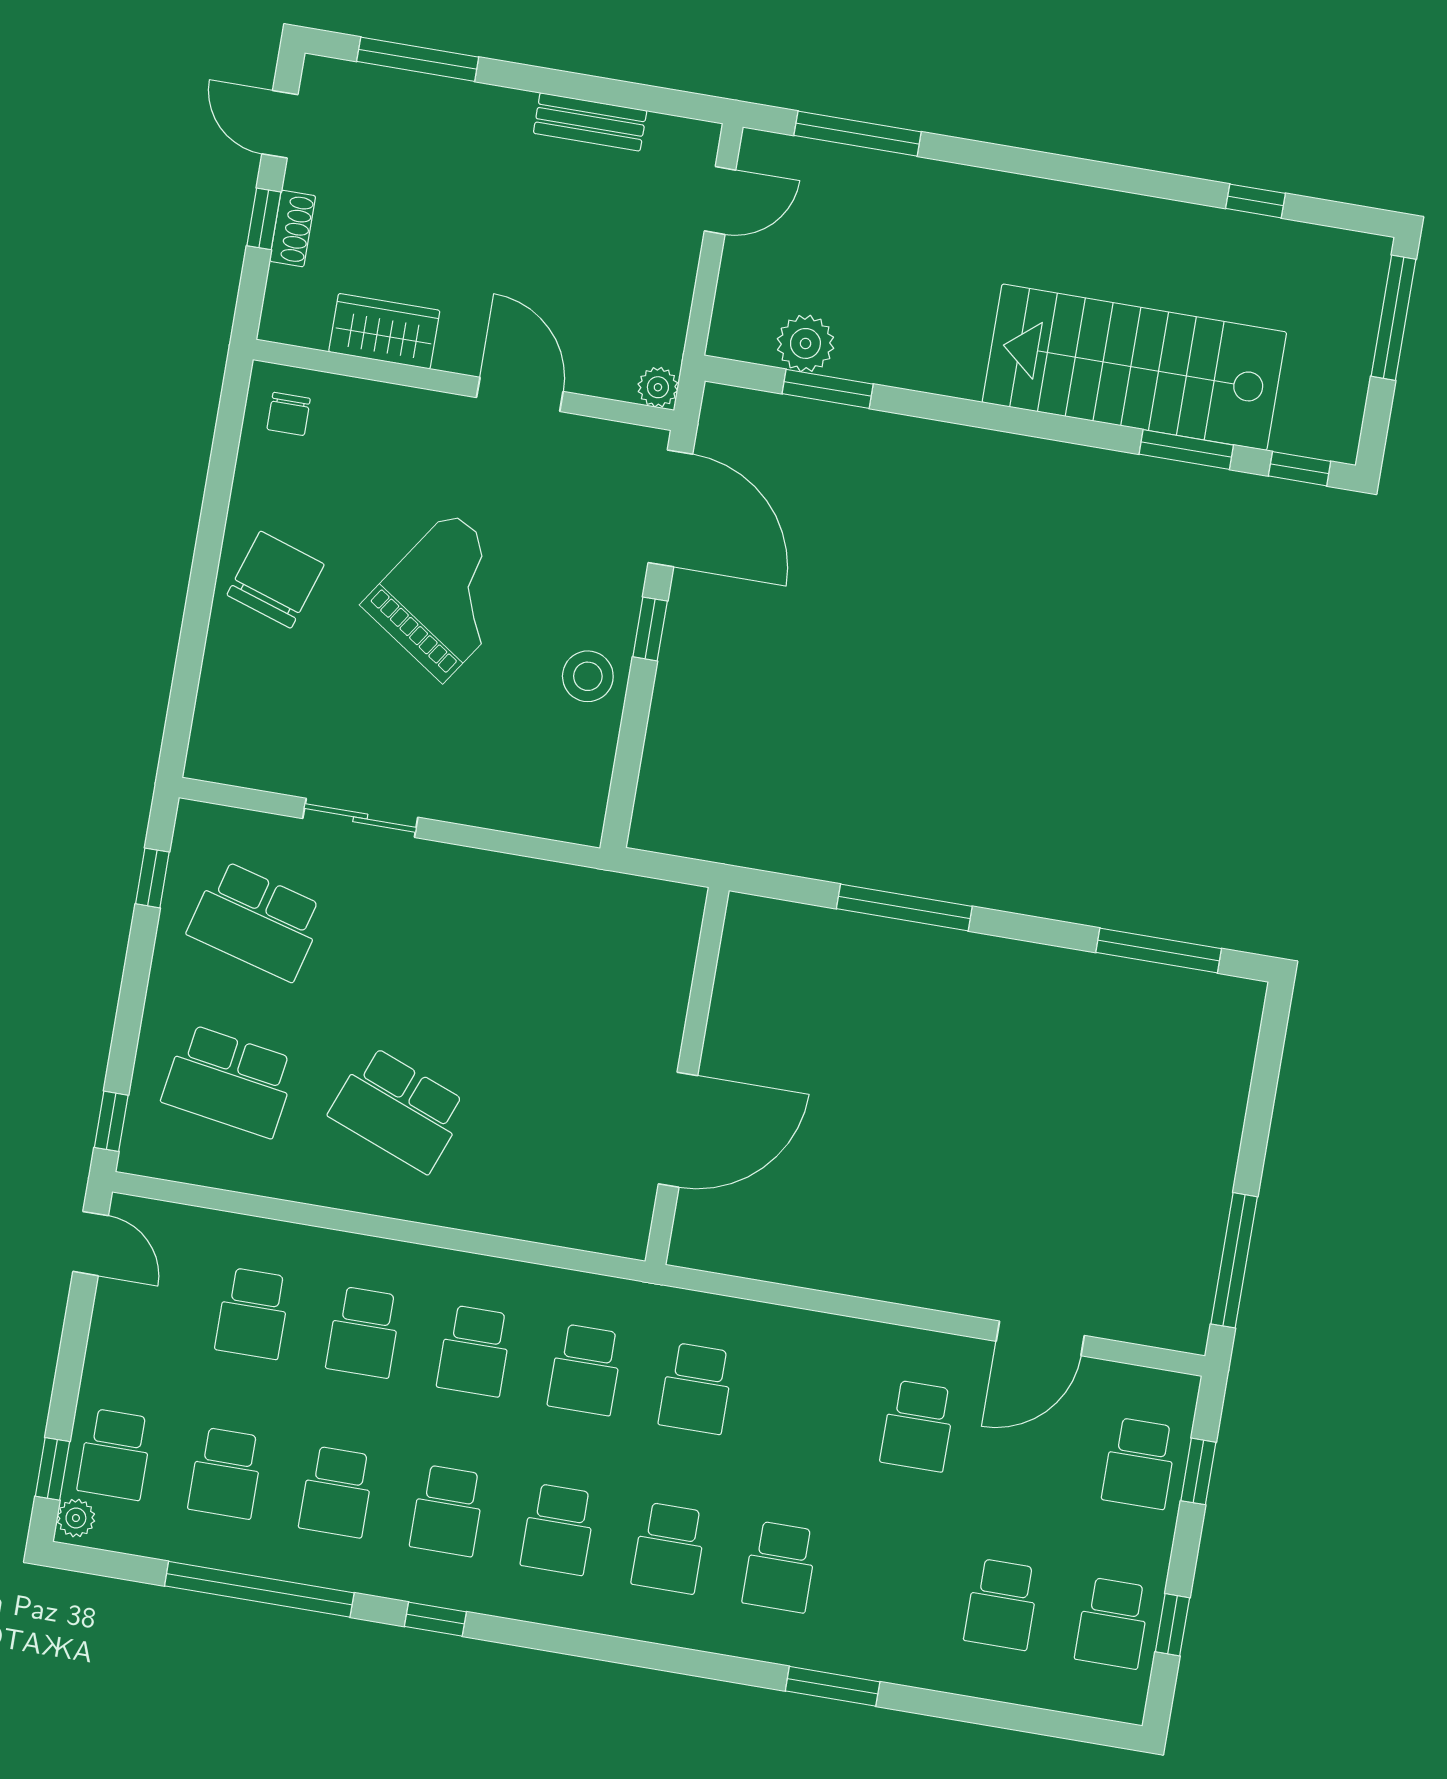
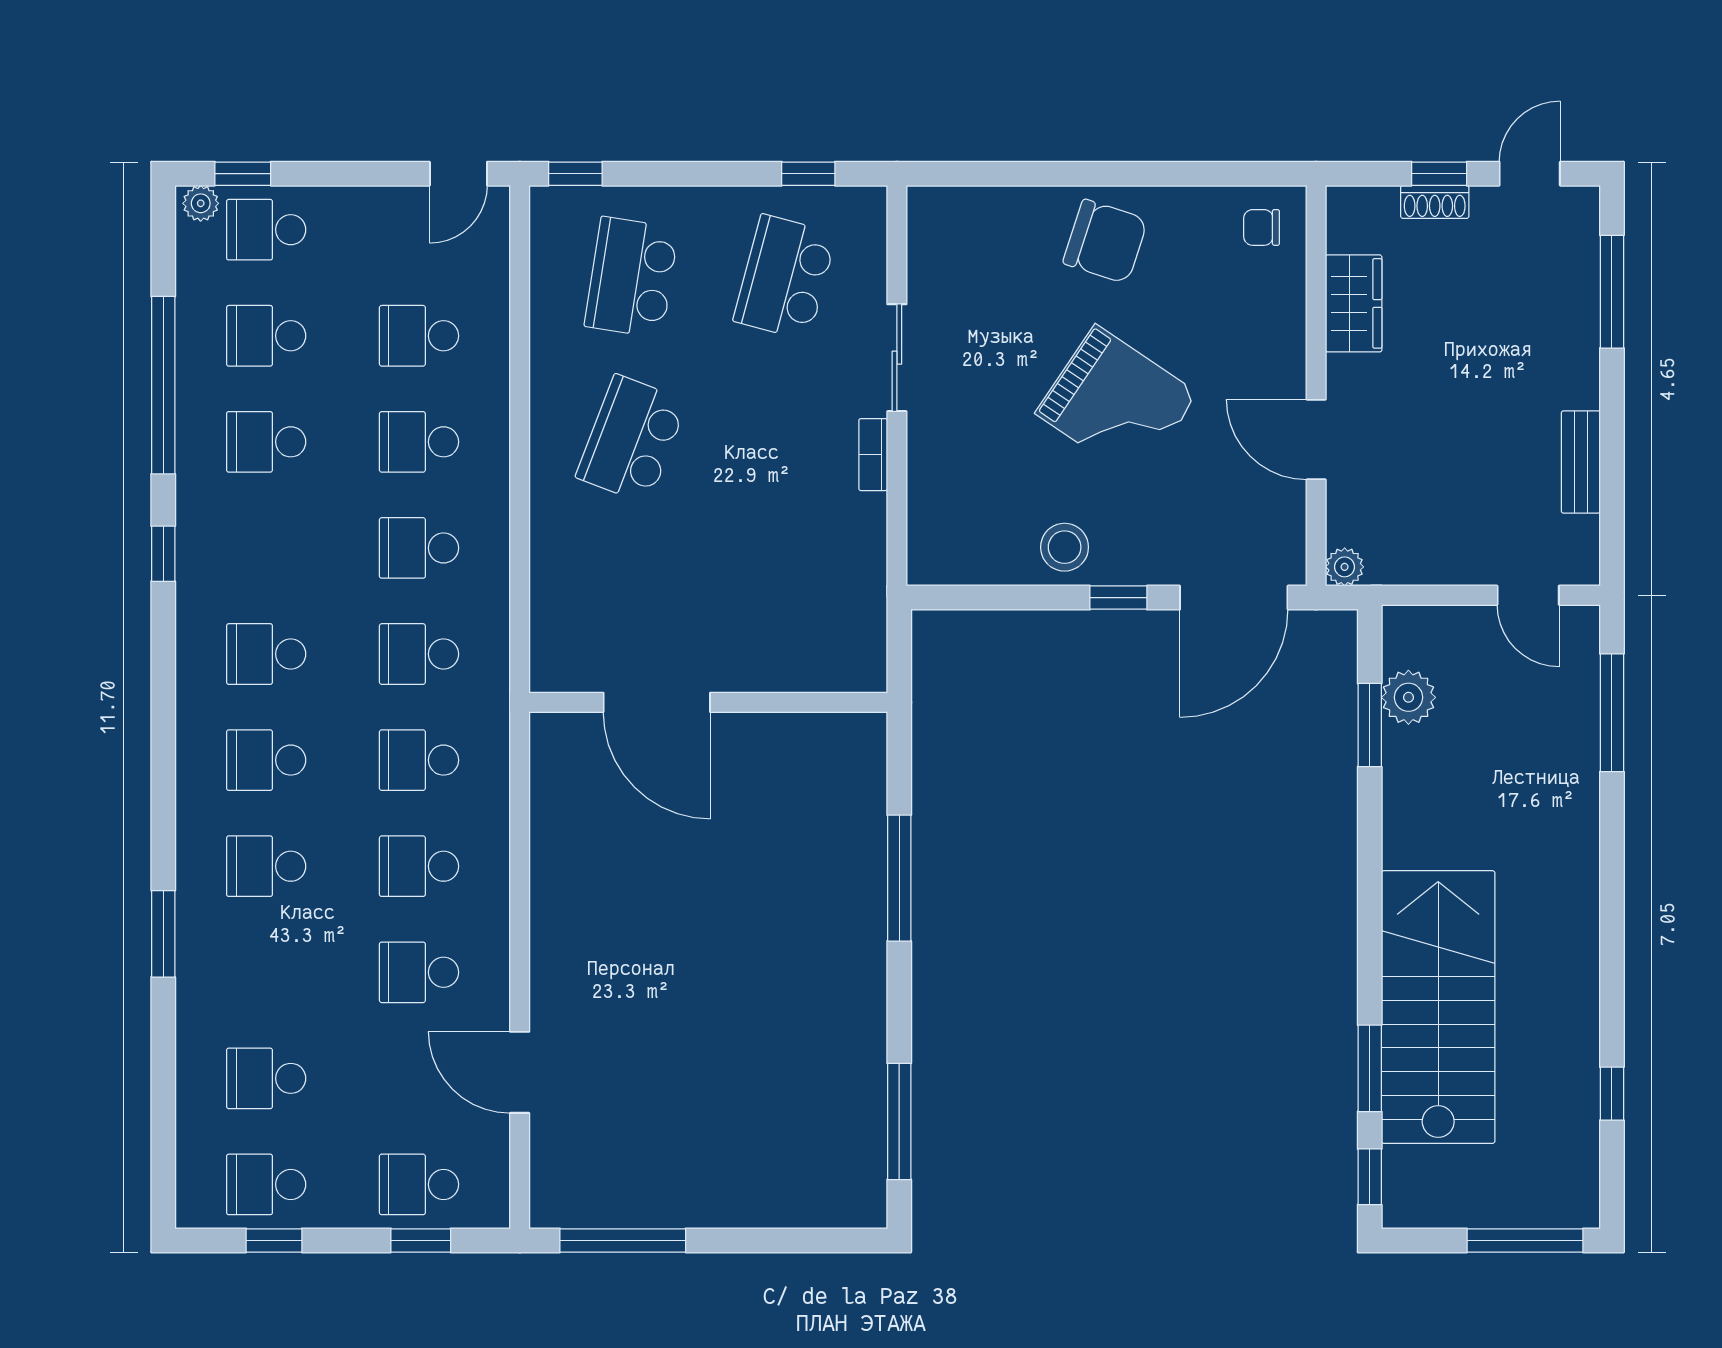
door: (520, 394) -> (1316, 440), swing flipped
bookcase: (457, 860) -> (873, 455), added
school desk: (448, 1511) -> (419, 866), moved

